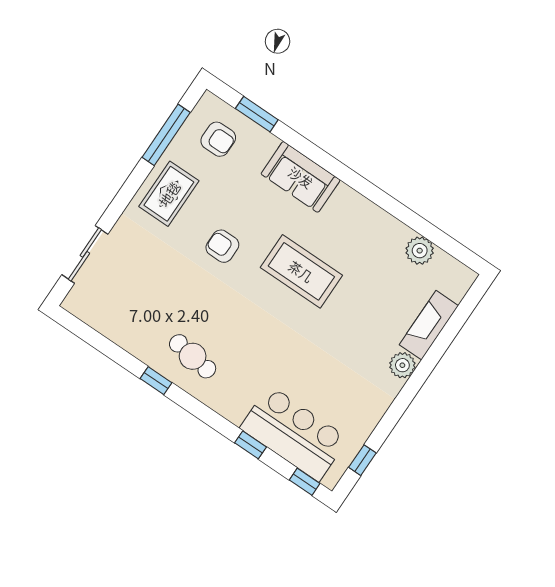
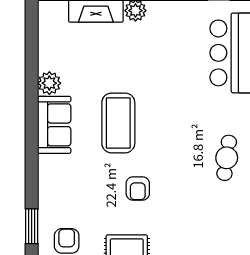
sofa: (301, 177) -> (54, 125), moved
plant: (420, 251) -> (49, 83), moved

